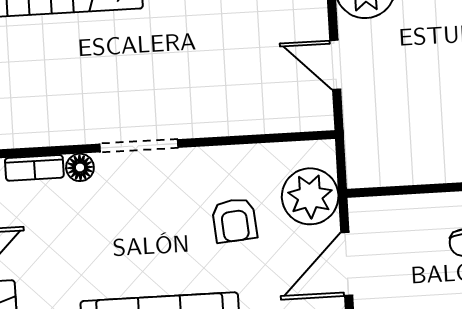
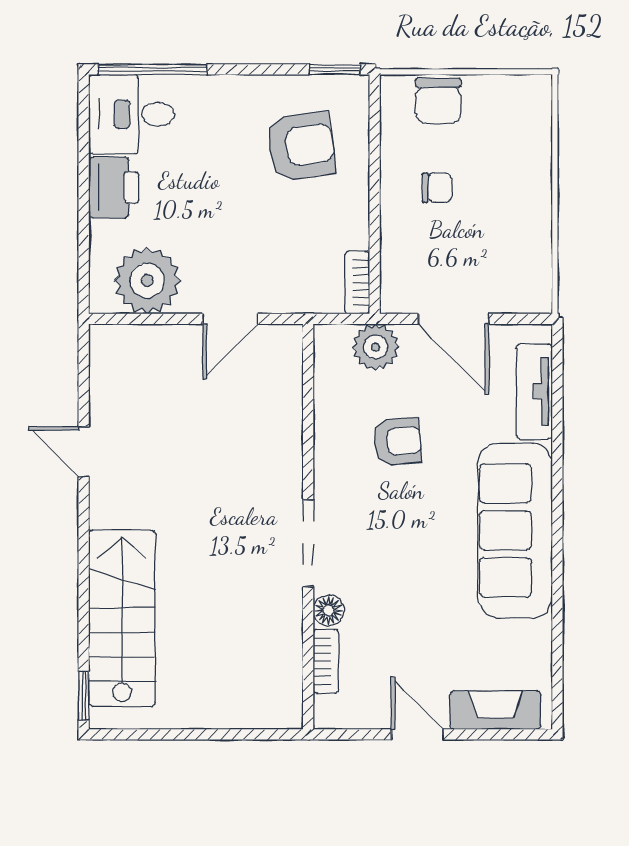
bookcase: (374, 176) -> (357, 283), added
plant: (310, 196) -> (376, 347), width x0.73, depth x0.73

